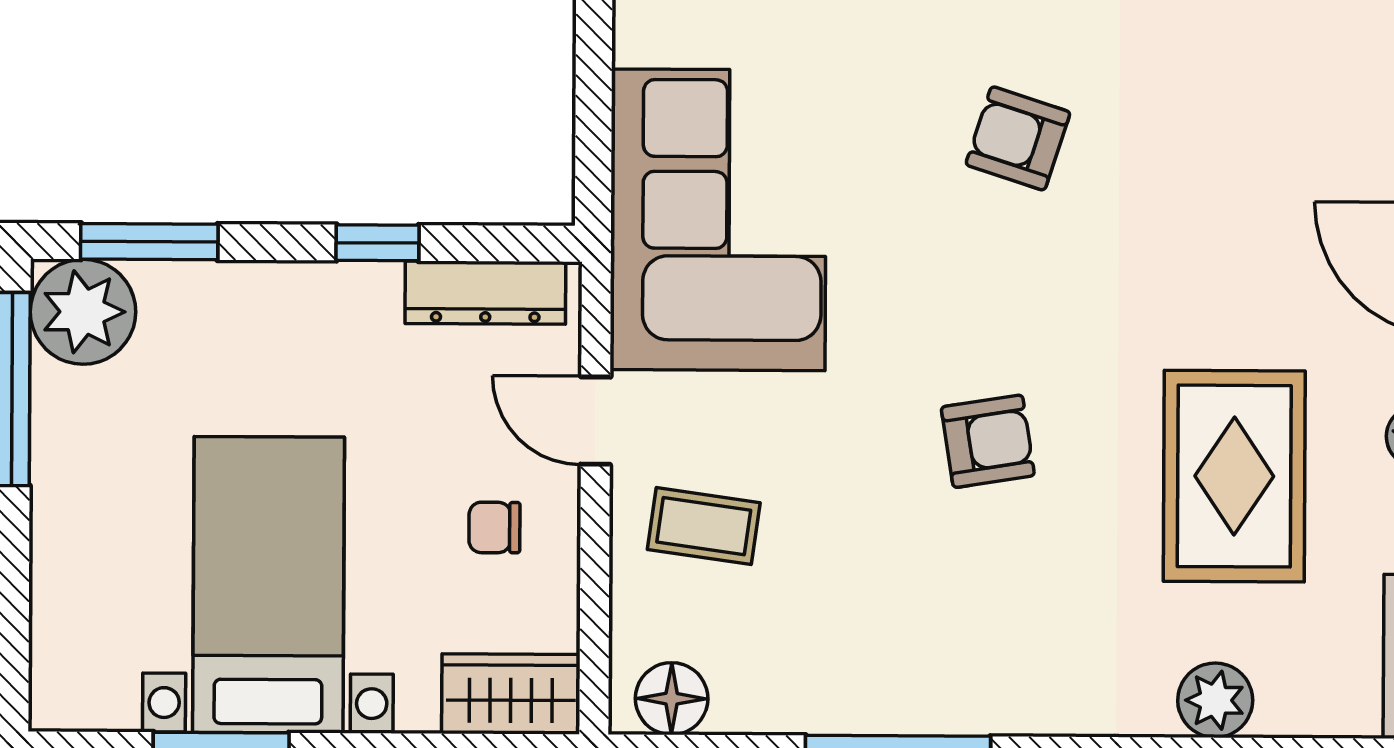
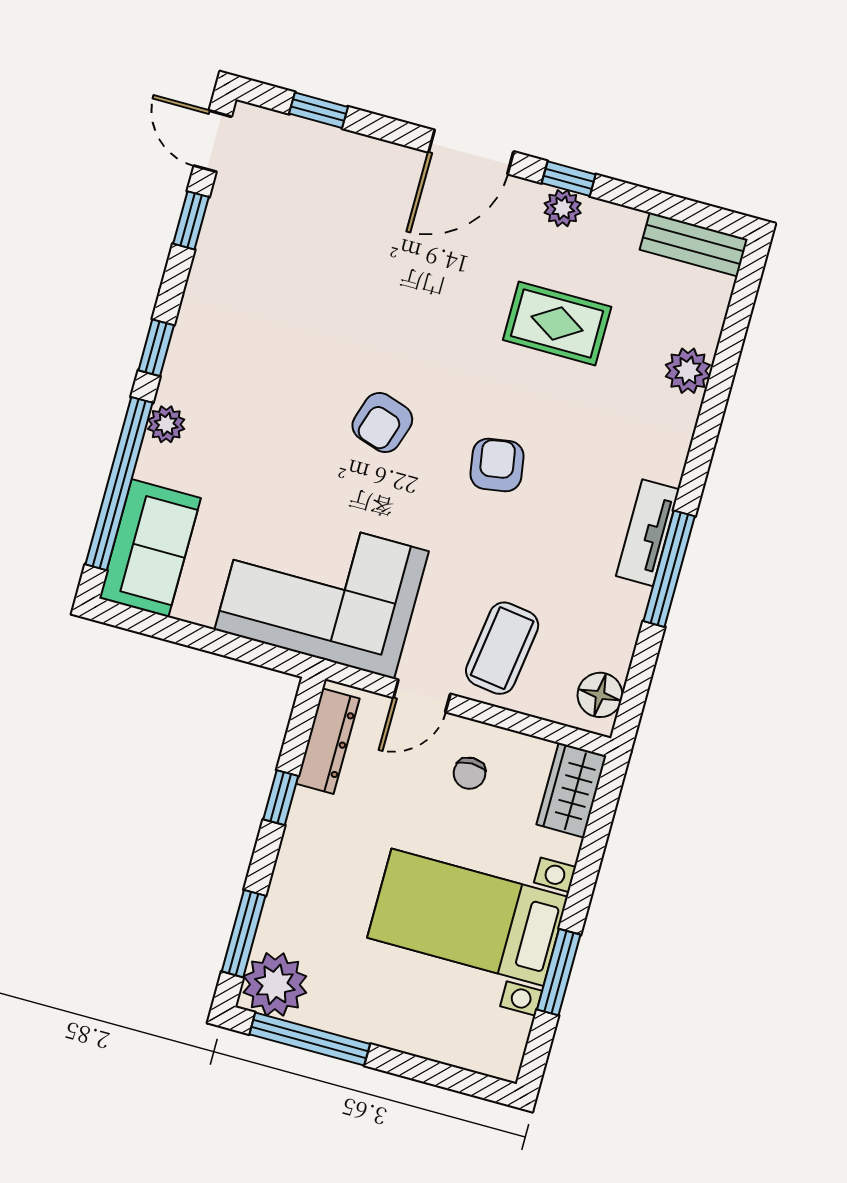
armchair: (1018, 138) -> (382, 422), moved
rug: (1234, 476) -> (557, 323), width x0.73, depth x0.70
coffee table: (704, 526) -> (502, 648), width x1.36, depth x1.30
tv unit: (945, 705) -> (648, 533), added

